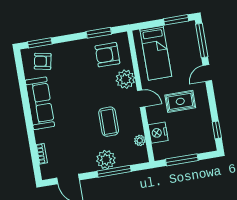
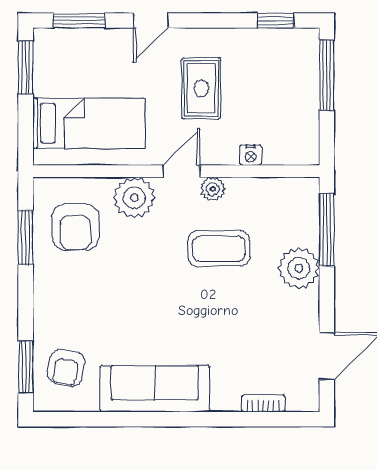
window: (202, 41) -> (79, 21), width x0.69
door: (207, 73) -> (151, 21), hinge flipped
nightstand: (158, 133) -> (251, 155), width x0.53, depth x0.56
plant: (140, 140) -> (213, 189), moved
window: (182, 160) -> (327, 75), moved
window: (114, 171) -> (327, 230), moved

